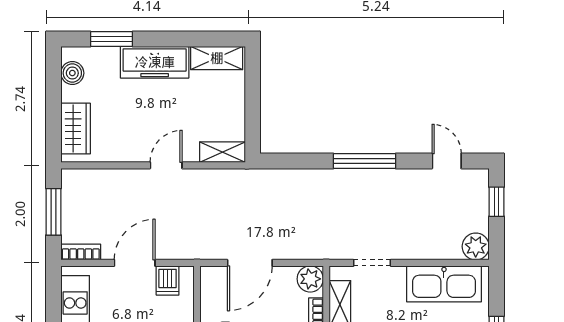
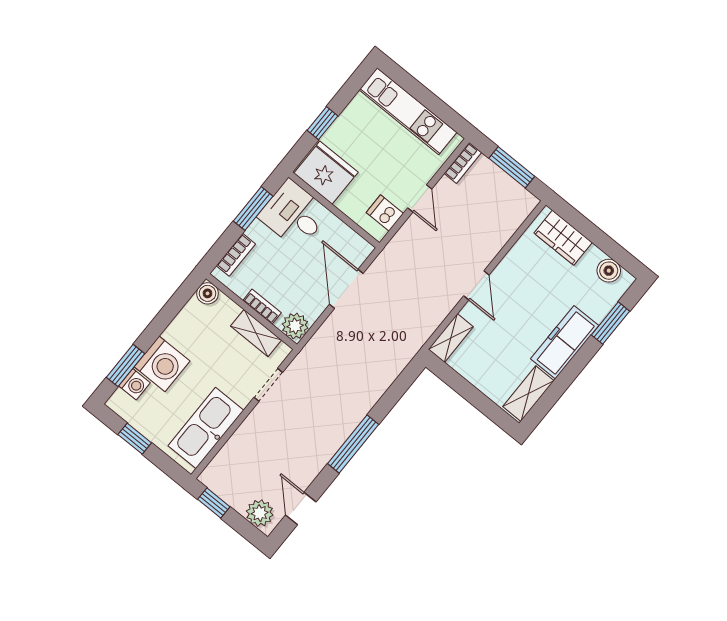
door: (447, 161) -> (301, 509), swing flipped
window: (497, 202) -> (214, 503), moved
plant: (476, 246) -> (260, 513), moved
door: (135, 263) -> (420, 198), width x0.73

